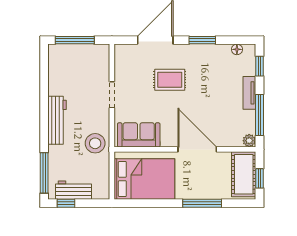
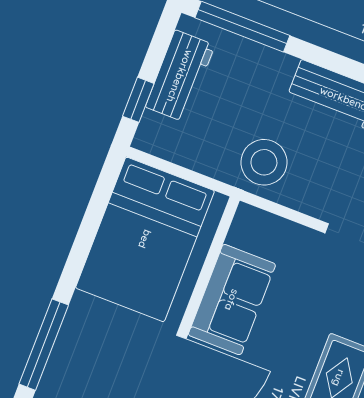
sofa: (139, 135) -> (232, 300), moved
window: (66, 203) -> (138, 100), moved

